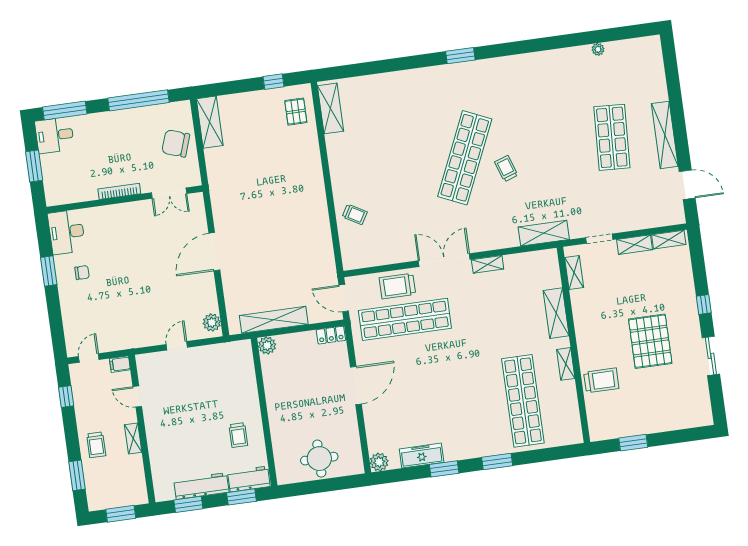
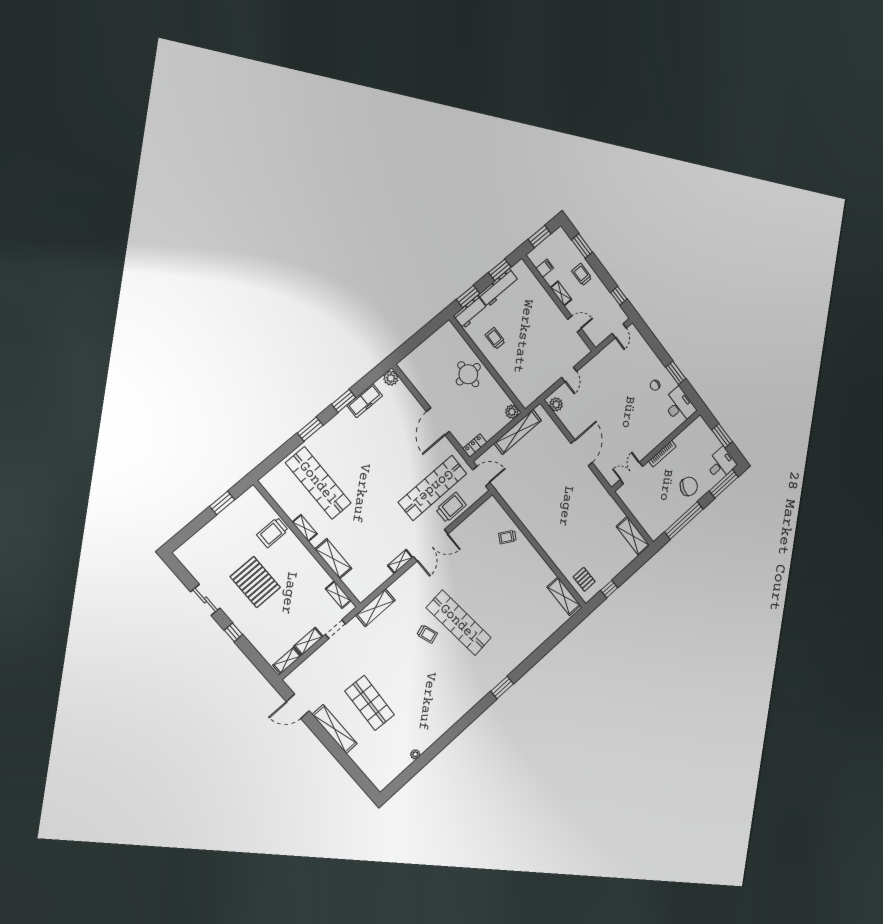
chair: (176, 143) -> (689, 486), moved
shop shelf: (465, 158) -> (459, 623), turned -30
filing cabinet: (120, 364) -> (545, 268), moved
round table: (319, 459) -> (468, 374), moved

